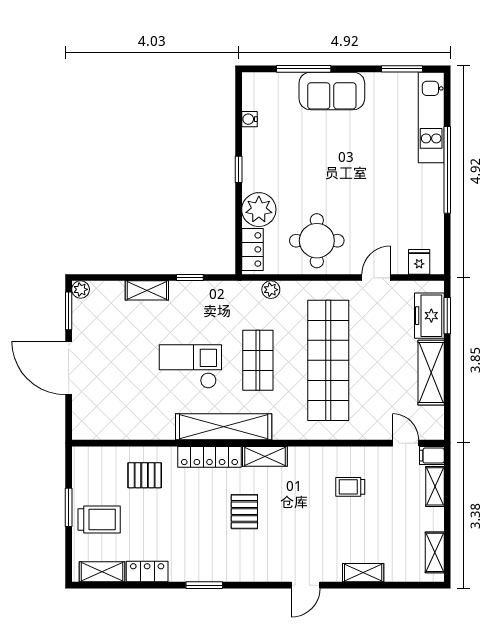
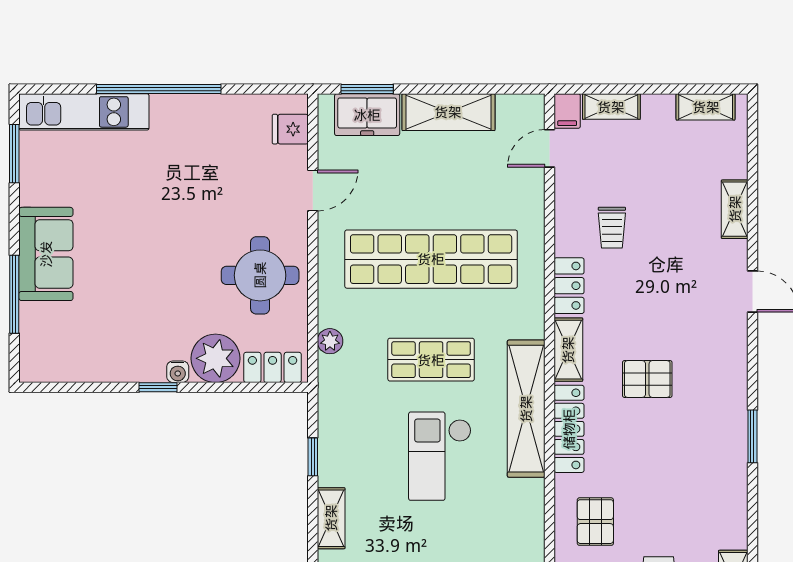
water cooler: (249, 119) -> (178, 372), moved
door: (376, 278) -> (313, 190), swing flipped
locker: (147, 571) -> (569, 286), moved, turned 180

